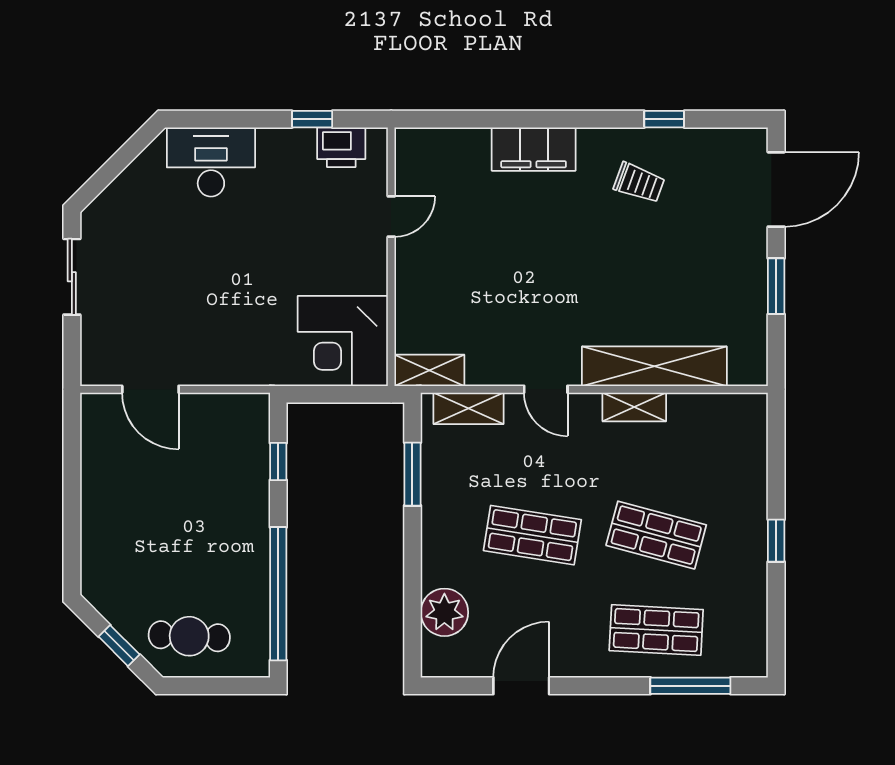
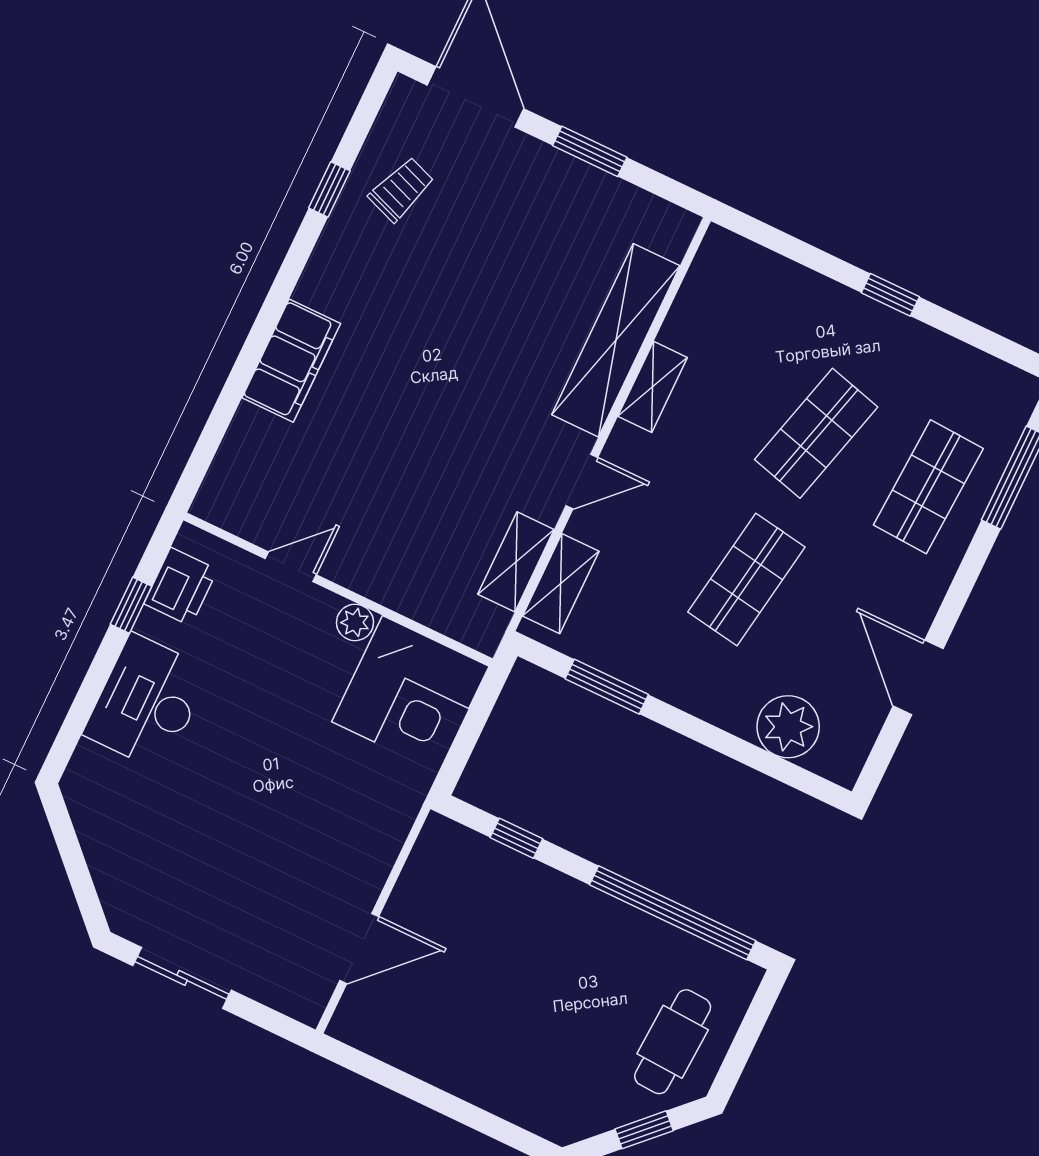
desk: (211, 162) -> (147, 702), moved
trolley: (639, 183) -> (401, 189), moved
door: (391, 217) -> (291, 567), hinge flipped
plant: (374, 279) -> (355, 622), added
shelving: (429, 370) -> (516, 562), moved

